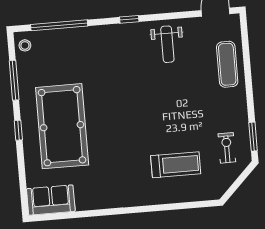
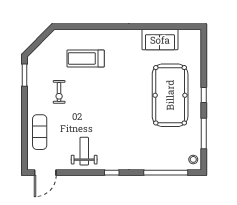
exercise bike: (227, 148) -> (59, 92), moved
sofa: (51, 200) -> (160, 40), moved

